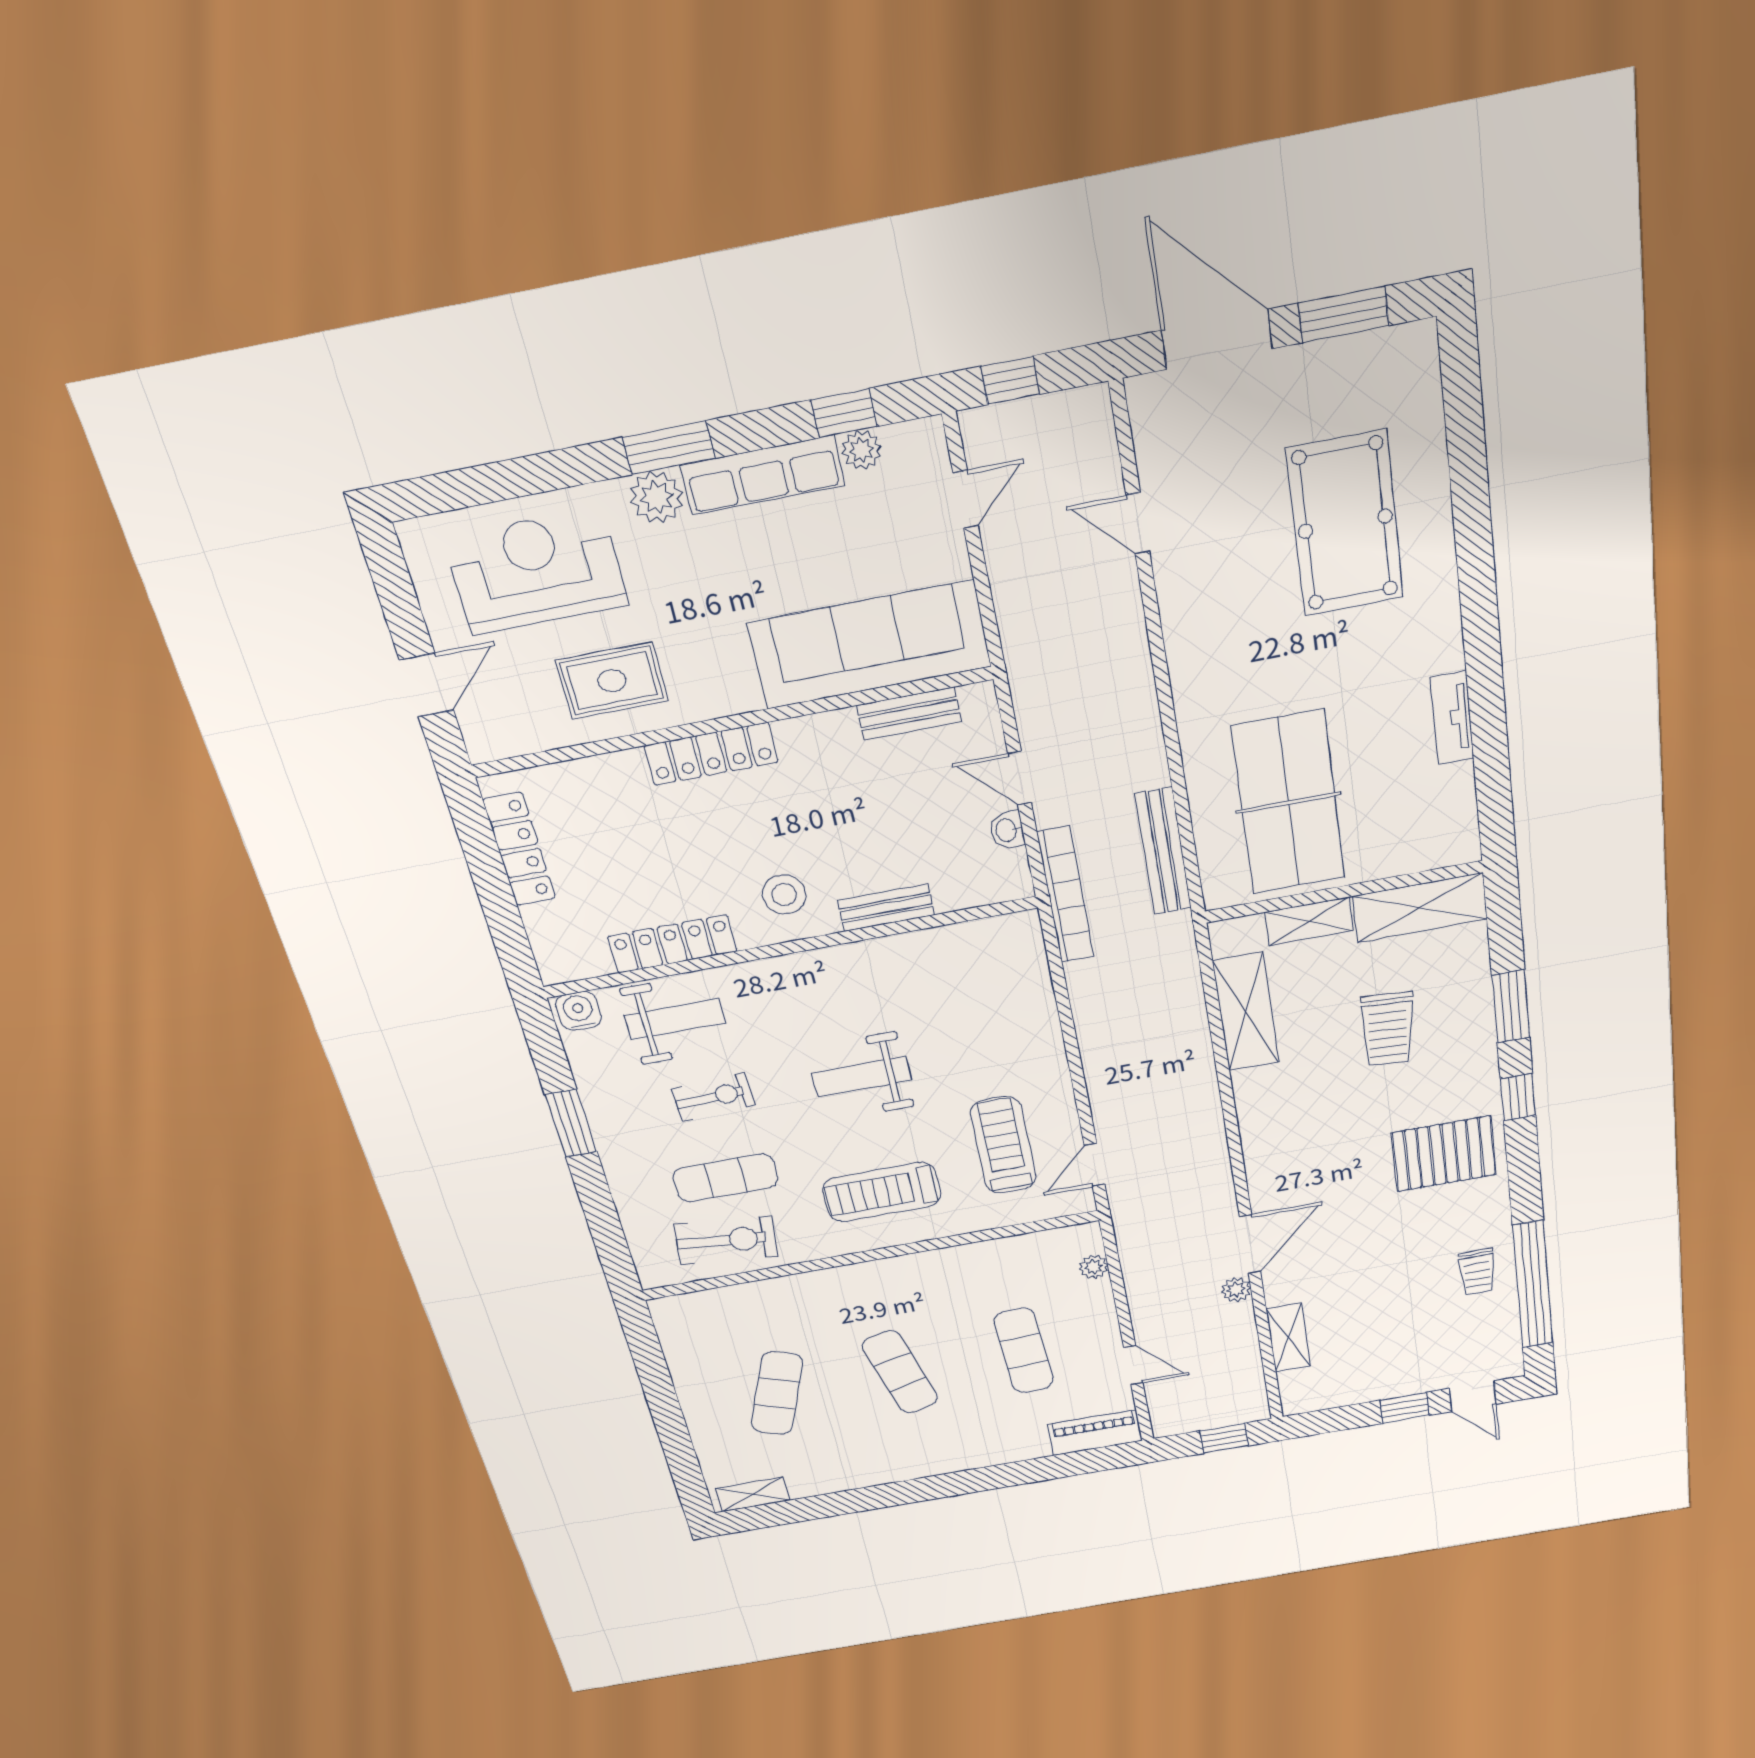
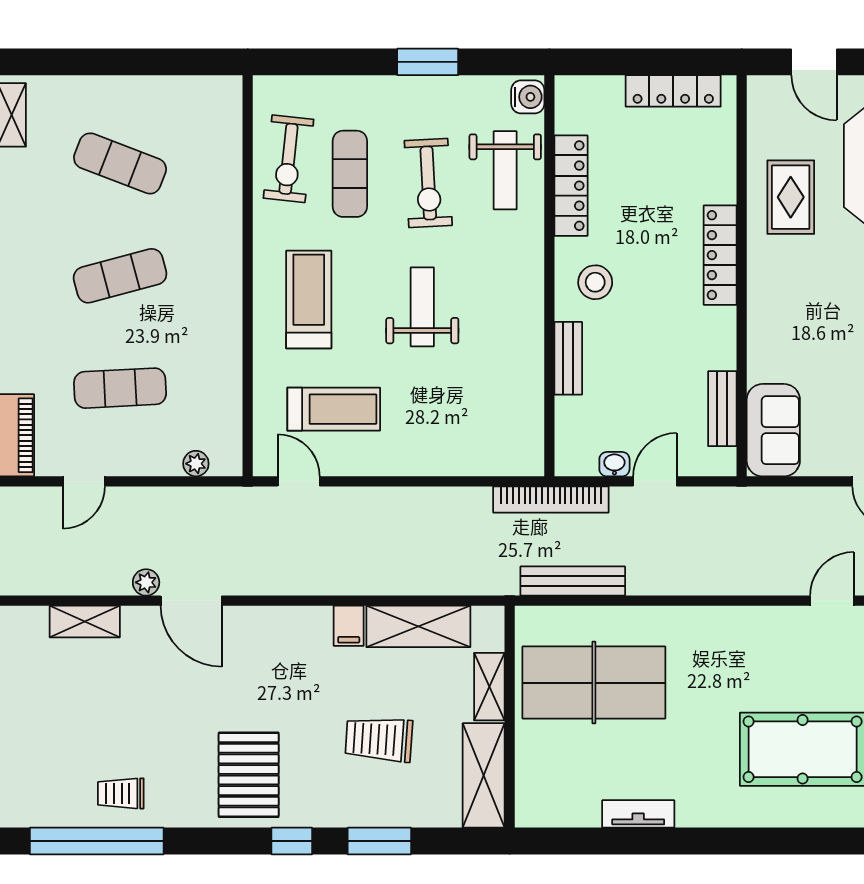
sofa: (870, 645) -> (773, 430), width x0.54, depth x0.79
filing cabinet: (1256, 1085) -> (349, 626), added
exercise bike: (713, 1097) -> (428, 183), width x1.38, depth x1.39

